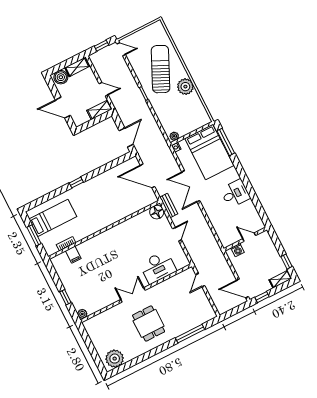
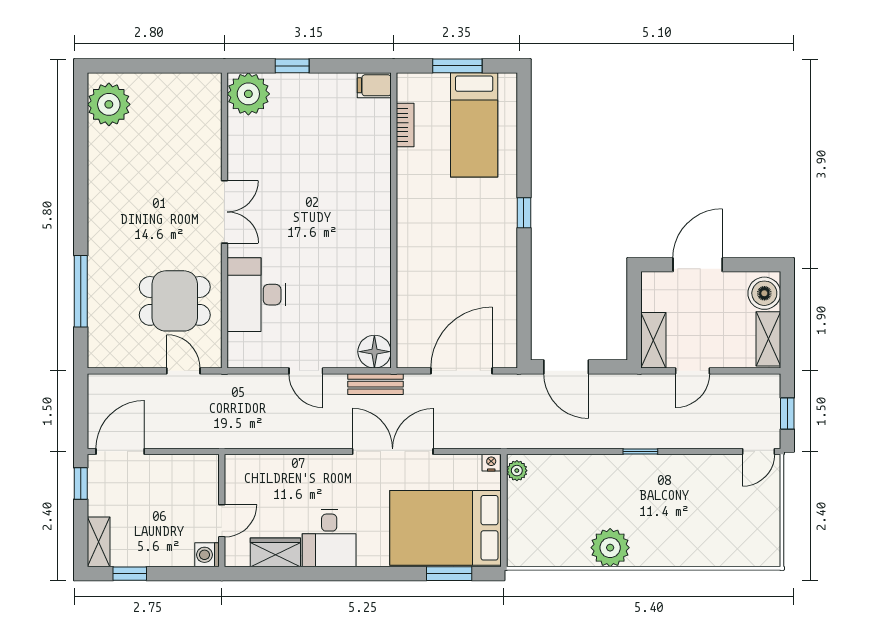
sun lounger: (161, 69) -> (674, 514), removed
window: (226, 142) -> (449, 574), width x0.69
wardrobe: (251, 211) -> (275, 552), added
washing machine: (237, 250) -> (207, 555), moved
filing cabinet: (73, 255) -> (374, 85), moved
plant: (82, 314) -> (248, 94), width x1.87, depth x1.87
dining table: (149, 323) -> (175, 301), moved

